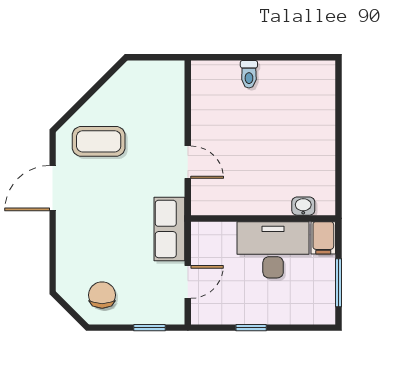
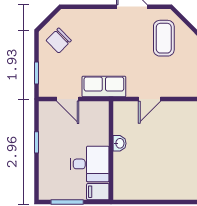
washbasin: (303, 206) -> (120, 143), moved
desk: (273, 250) -> (90, 164), width x0.73
chair: (102, 295) -> (59, 40), turned 135

